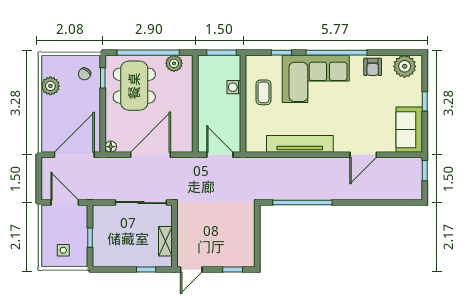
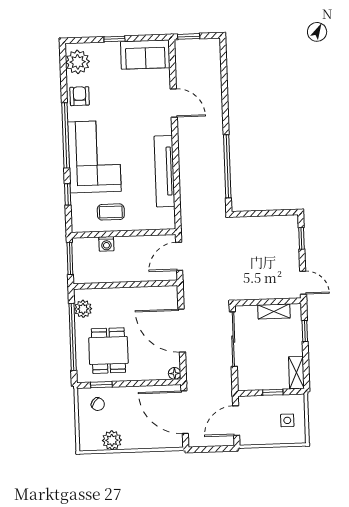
armchair: (373, 67) -> (80, 96), turned -90
dining table: (134, 86) -> (108, 351), width x0.73
shelving: (108, 260) -> (296, 372), added

